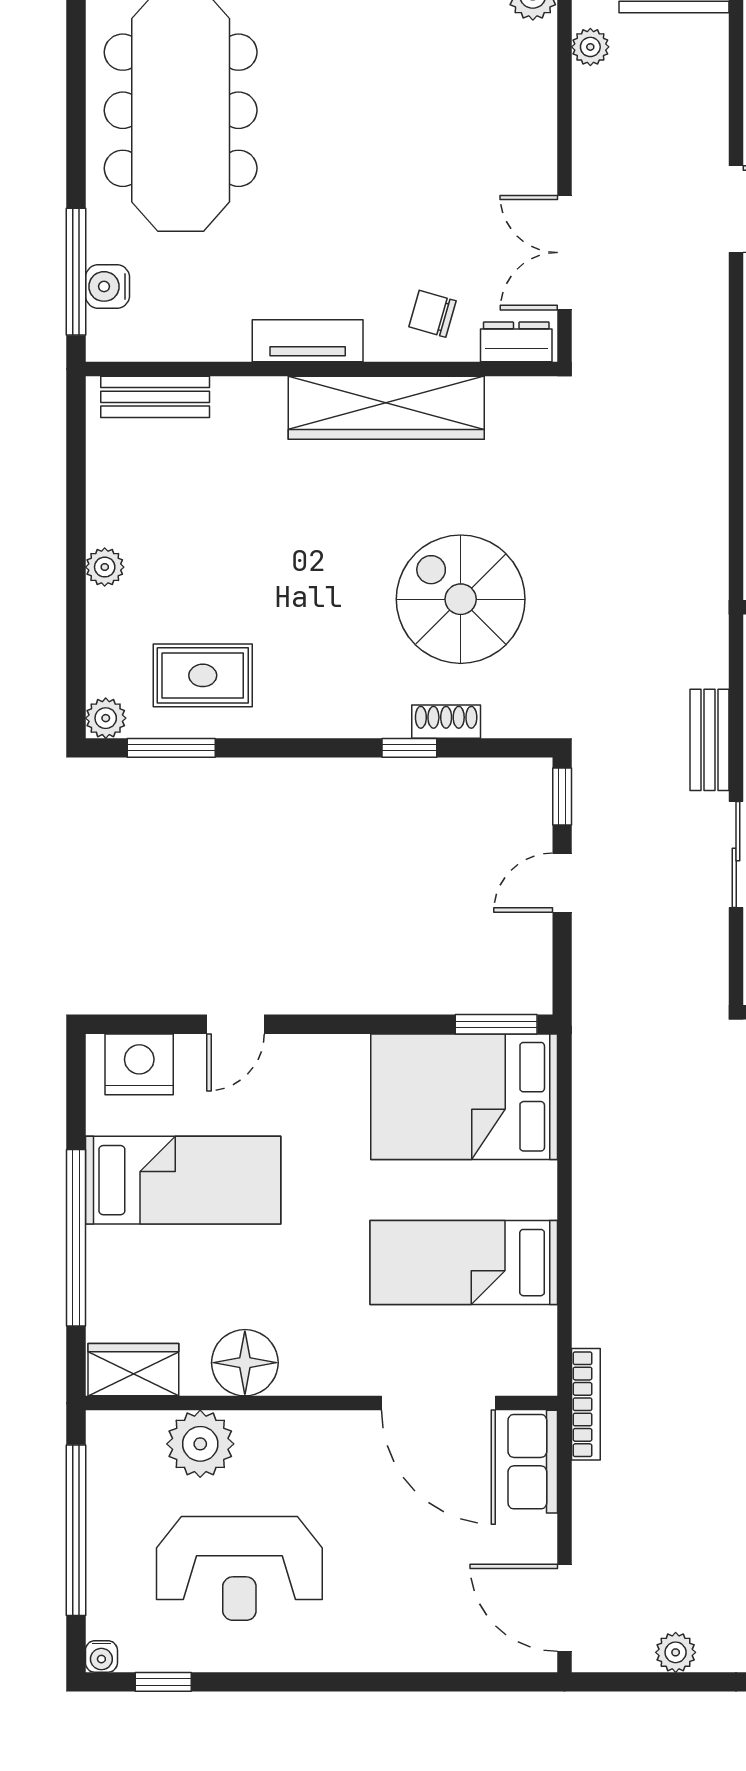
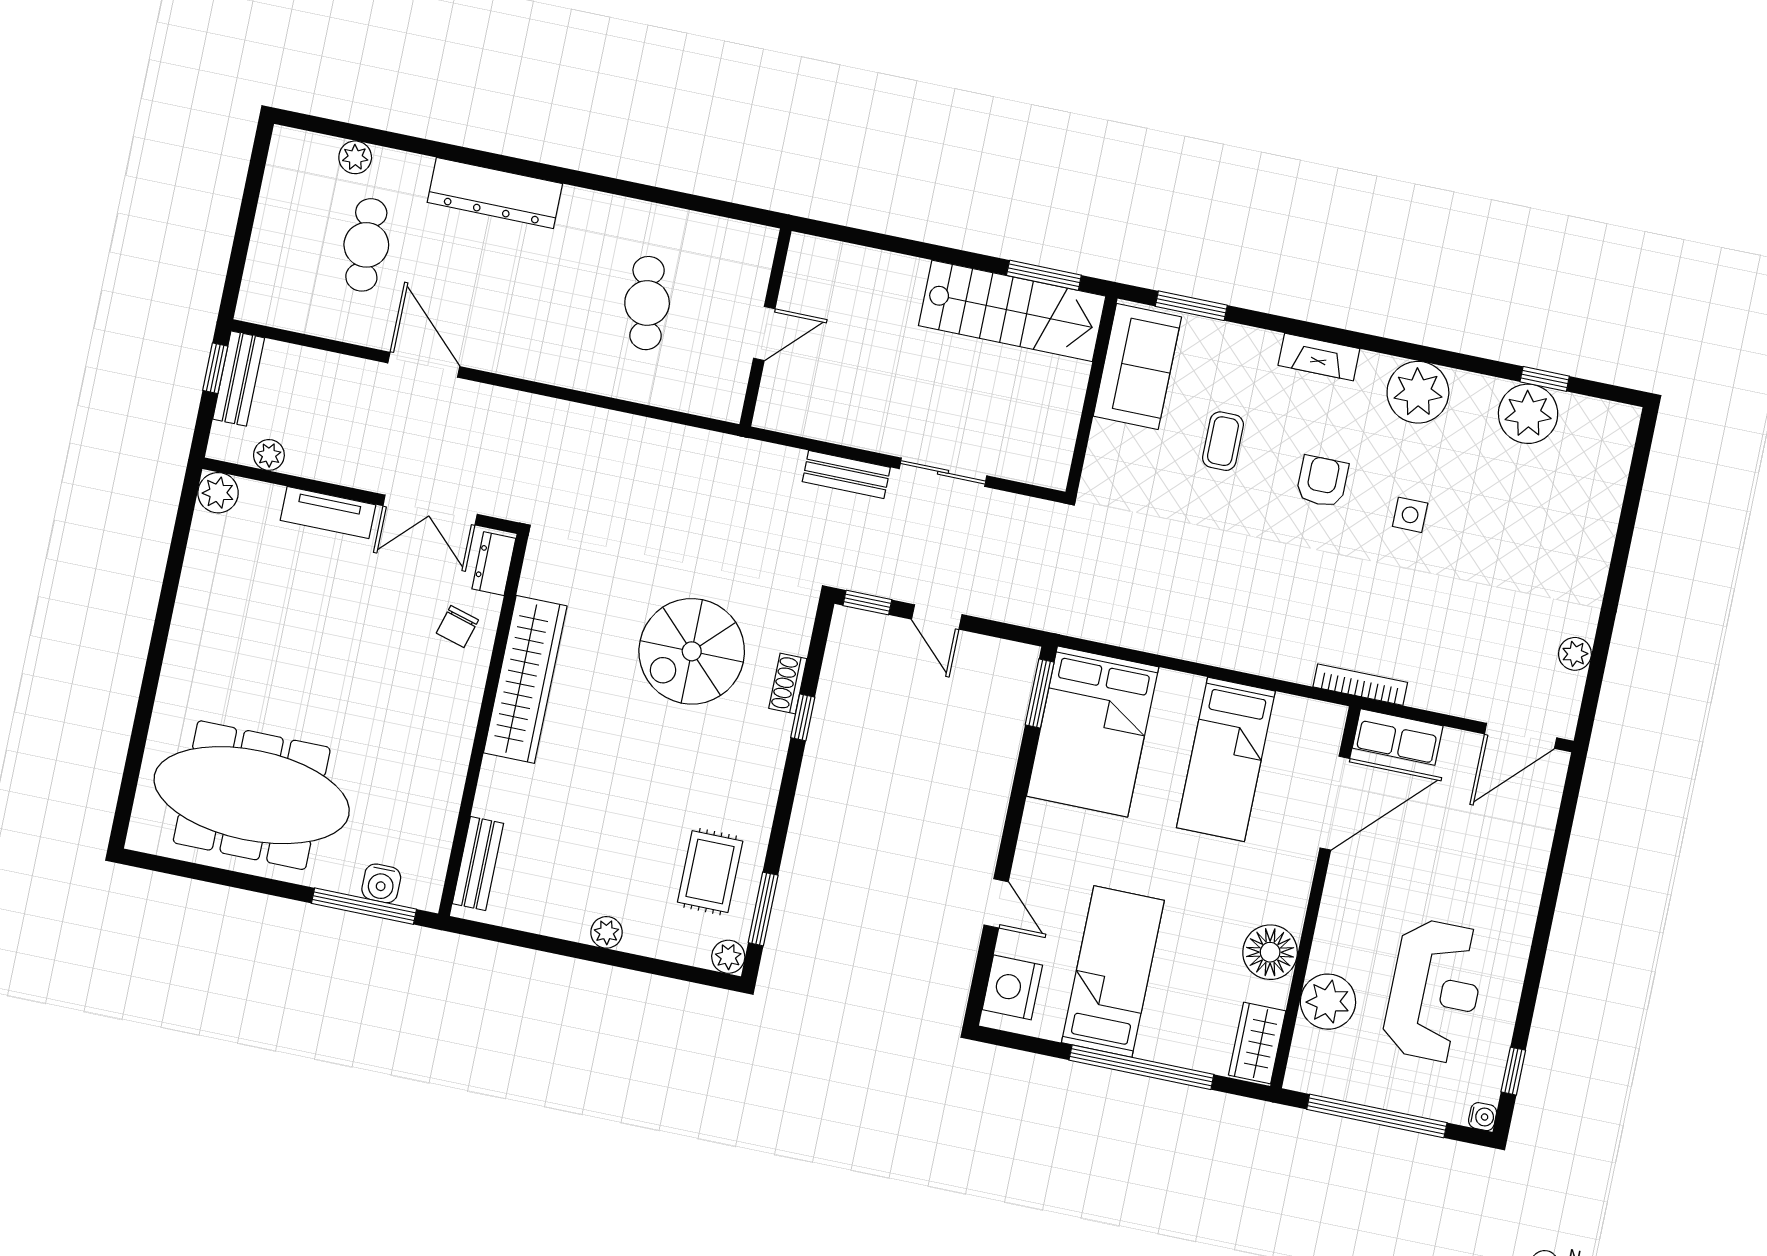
tv unit: (308, 341) -> (328, 513), moved, turned -90

